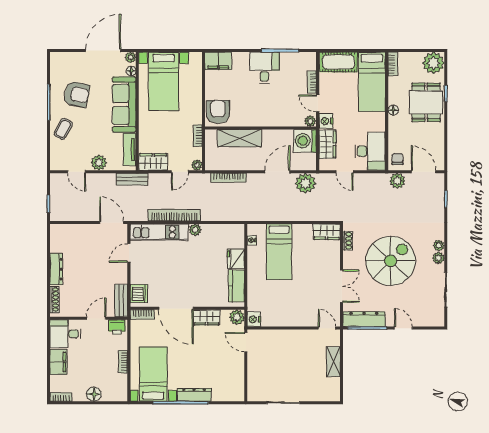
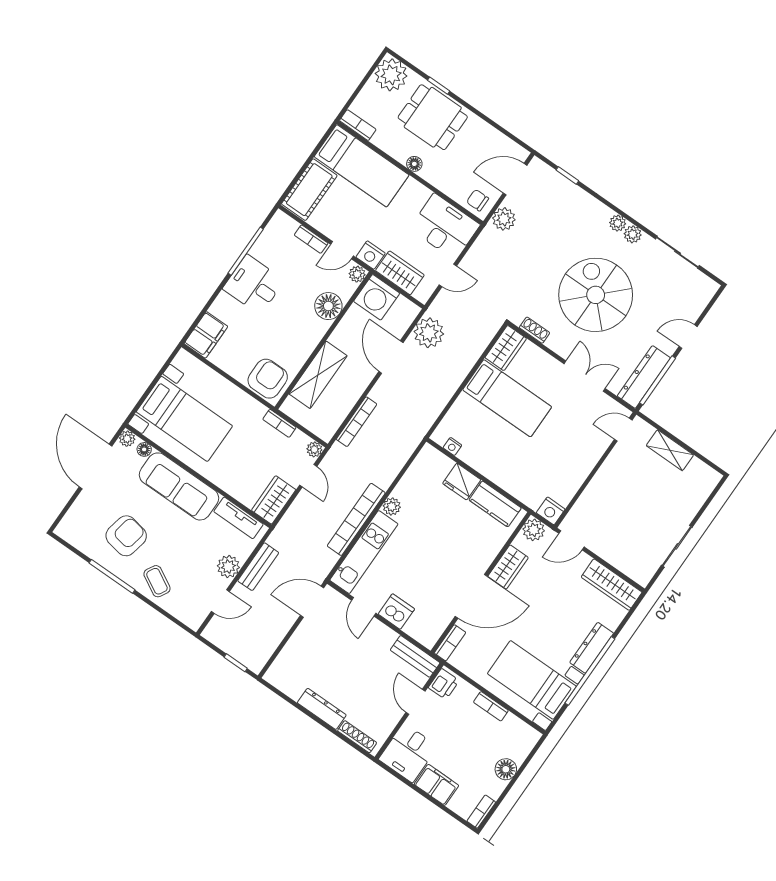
armchair: (218, 112) -> (268, 379), turned 90
floor lamp: (281, 117) -> (328, 306), added
bench: (132, 179) -> (258, 567), moved
bed: (279, 252) -> (507, 398), moved
dishwasher: (139, 294) -> (396, 612), moved
wardrobe: (237, 381) -> (612, 585), added

